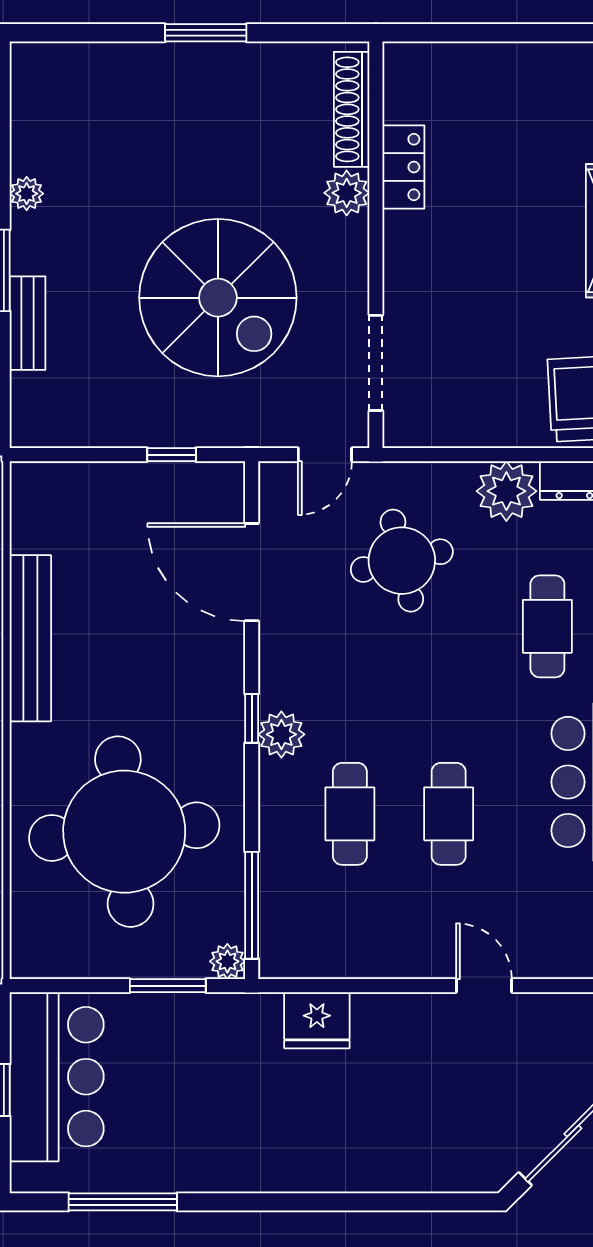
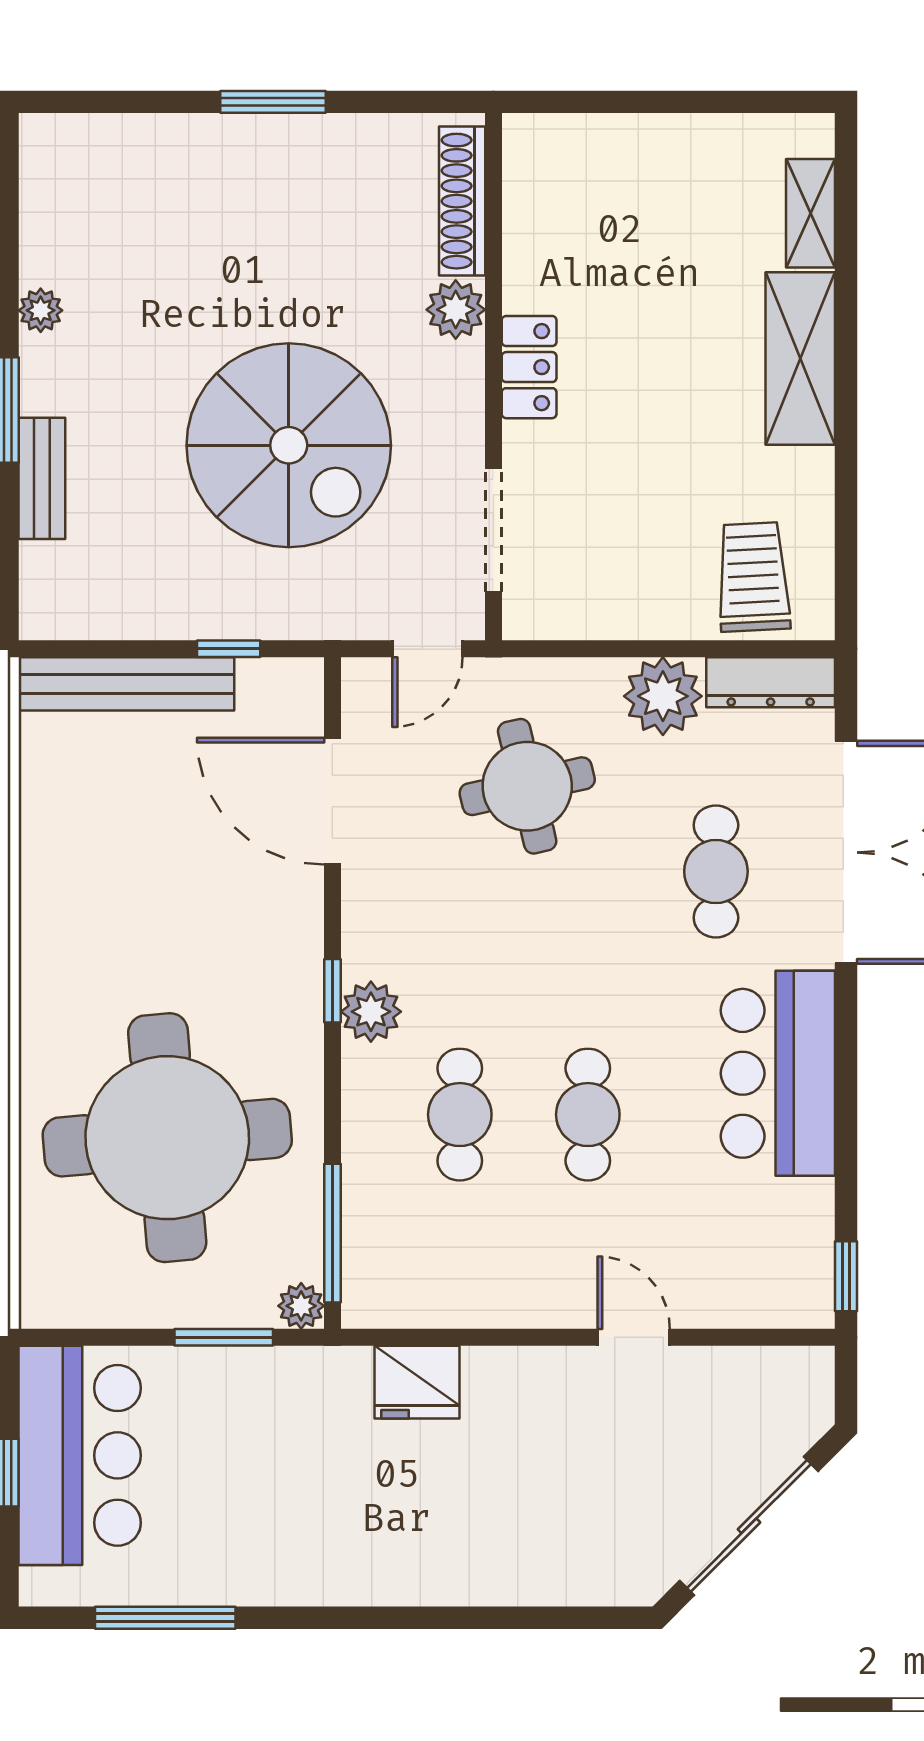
locker: (403, 167) -> (529, 367), moved
bench: (30, 638) -> (126, 684), moved, turned 90

